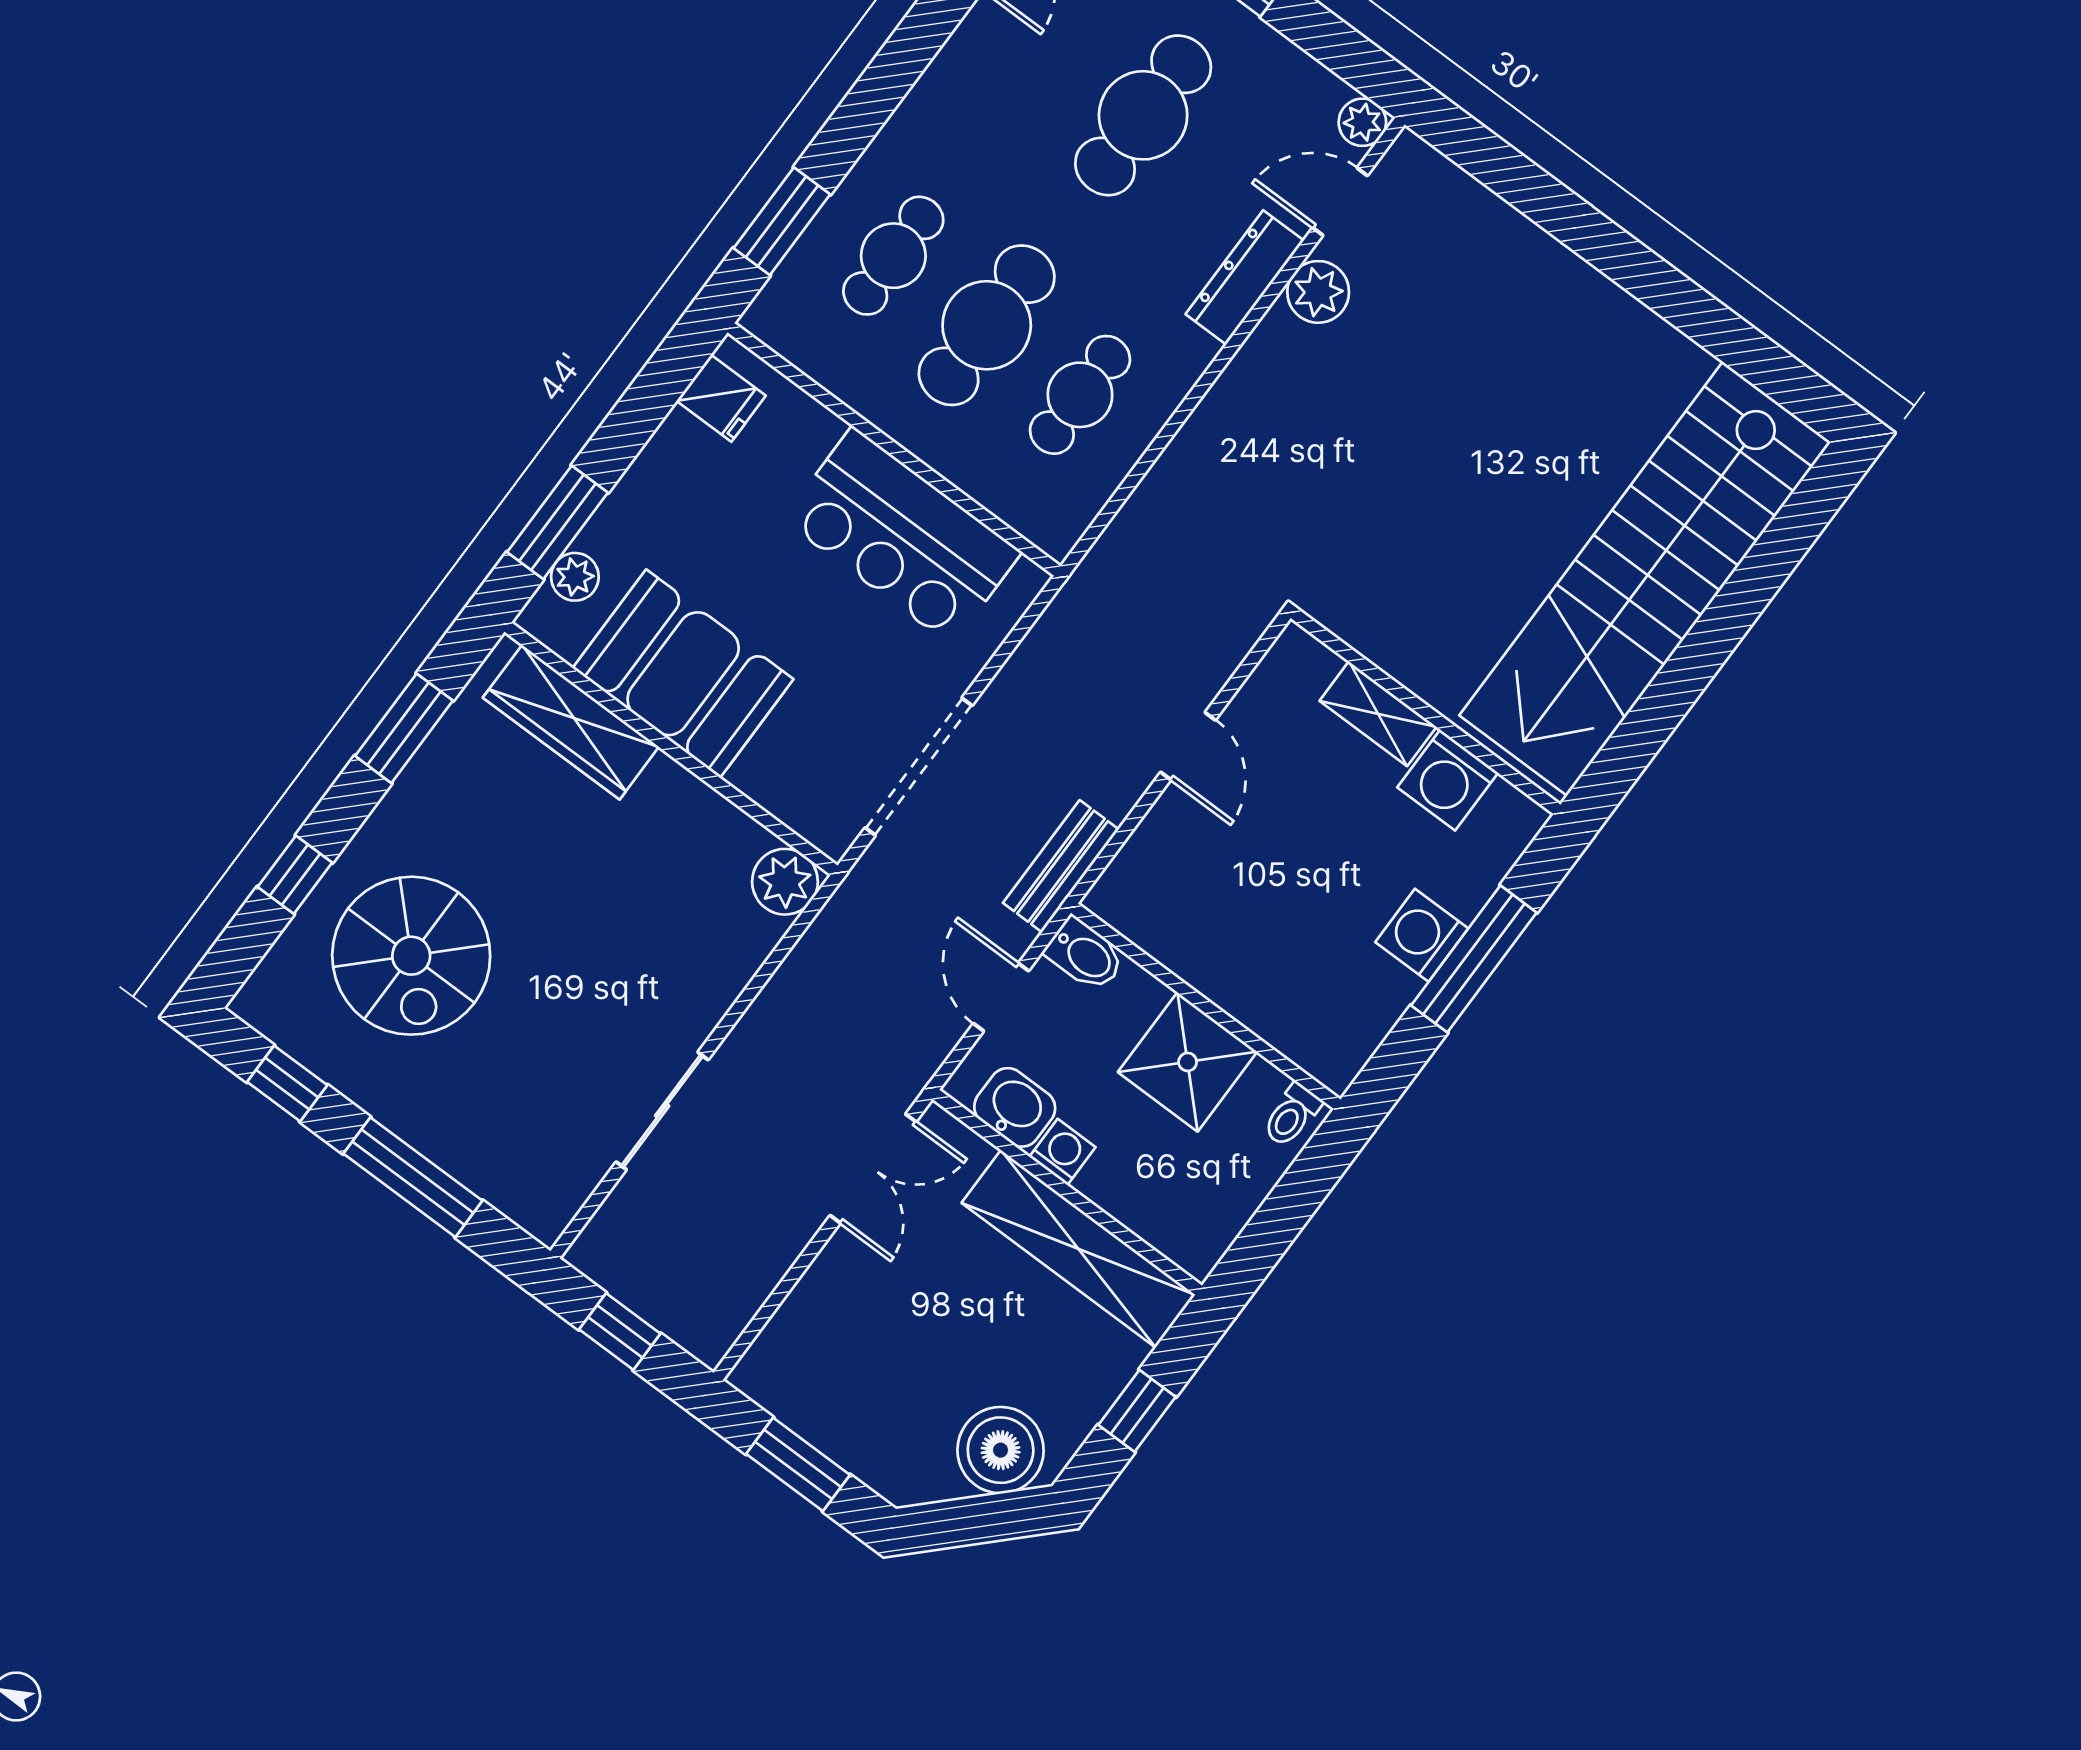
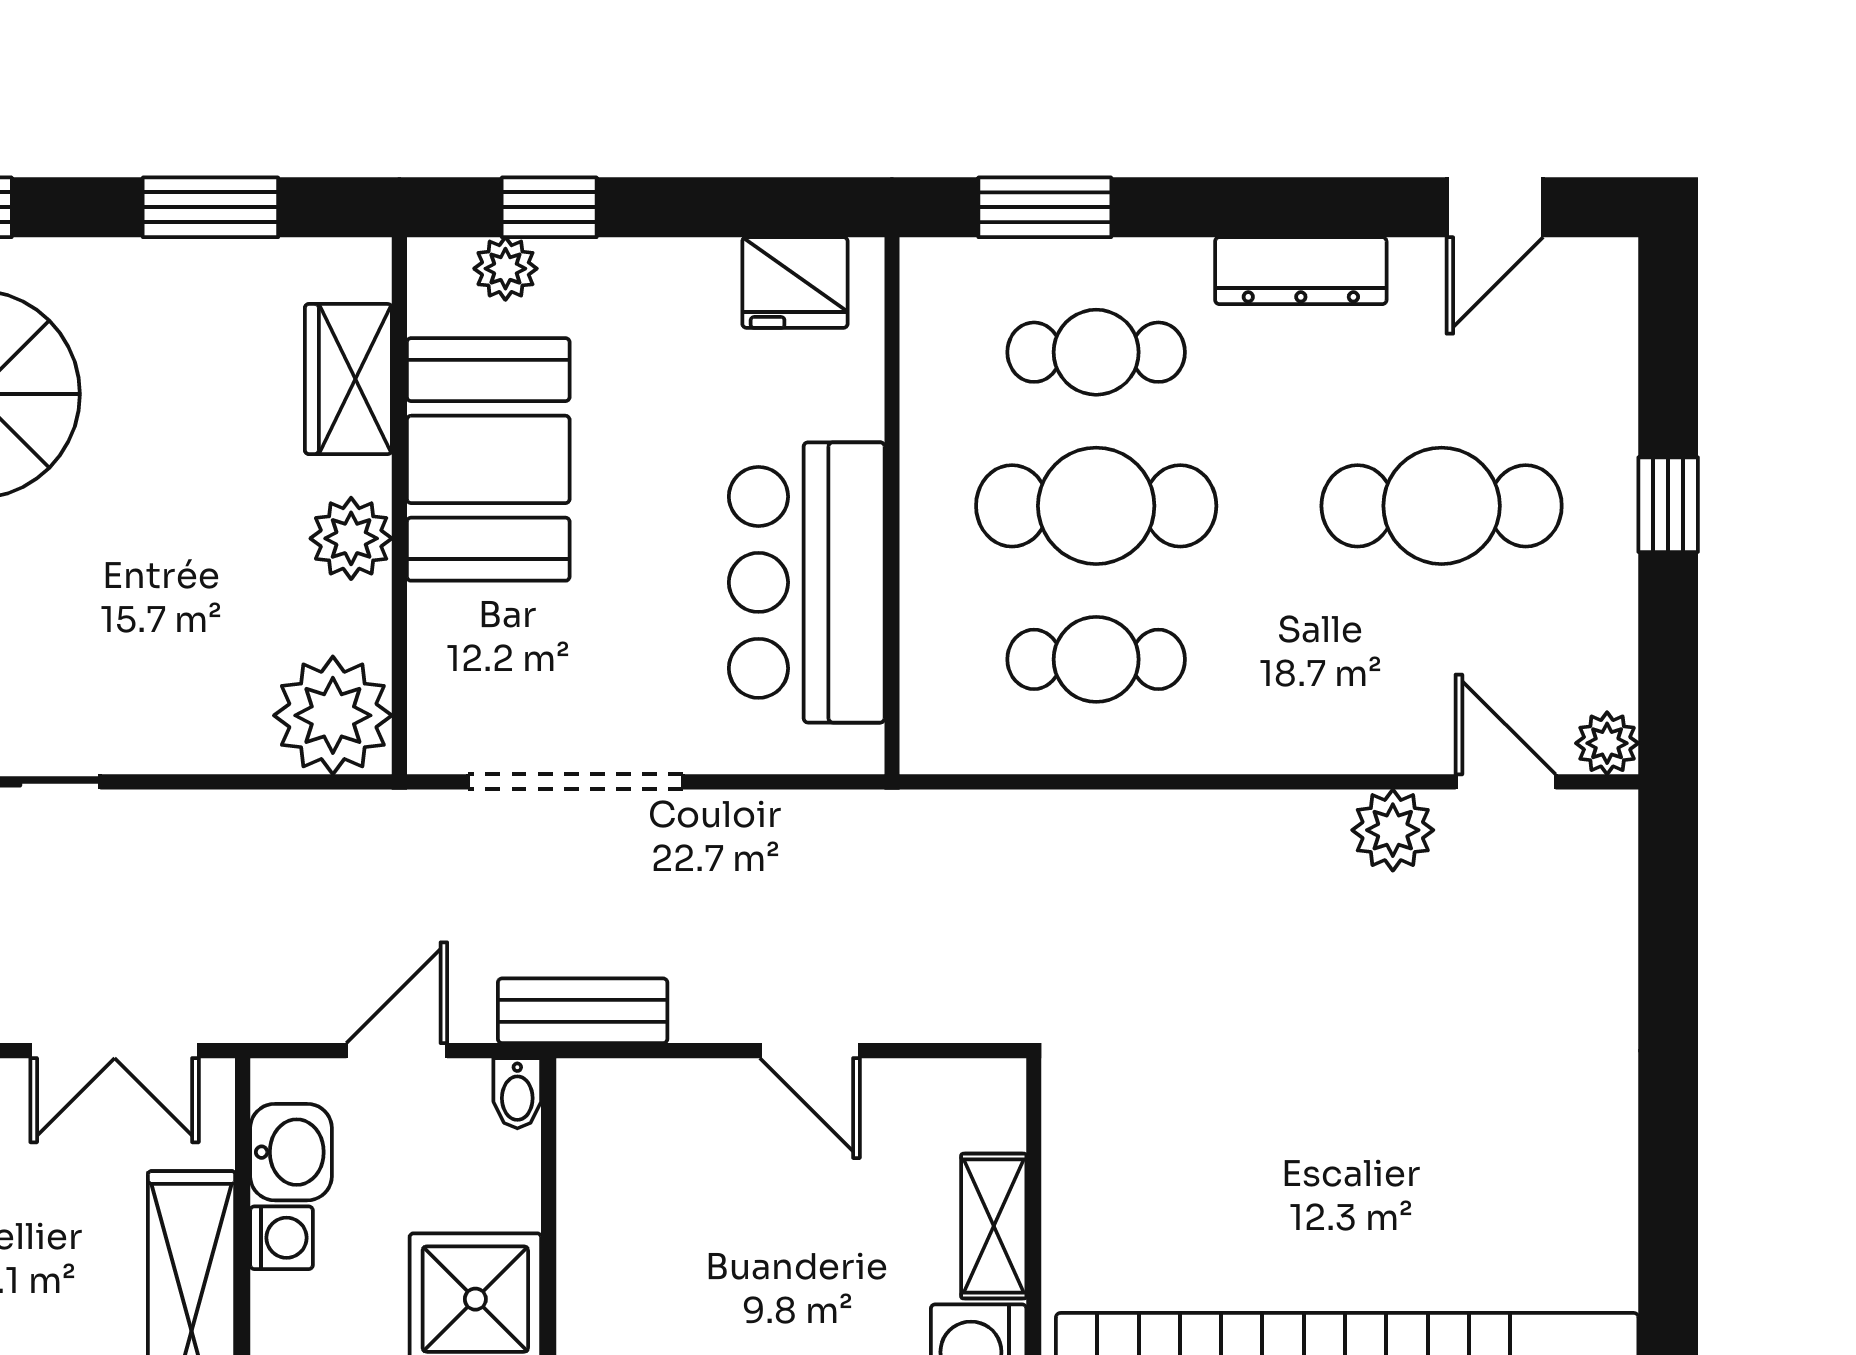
dresser: (1245, 277) -> (1301, 271), moved, turned 180
fridge: (721, 398) -> (795, 283), width x1.38
window: (557, 522) -> (549, 207), width x0.67
wardrobe: (571, 722) -> (348, 379), width x0.67
door: (1188, 746) -> (810, 1051), hinge flipped
plant: (669, 793) -> (351, 538), added
plant: (785, 882) -> (333, 715), width x1.36, depth x1.36
bidet: (1085, 954) -> (517, 1093), width x0.72, depth x0.74

